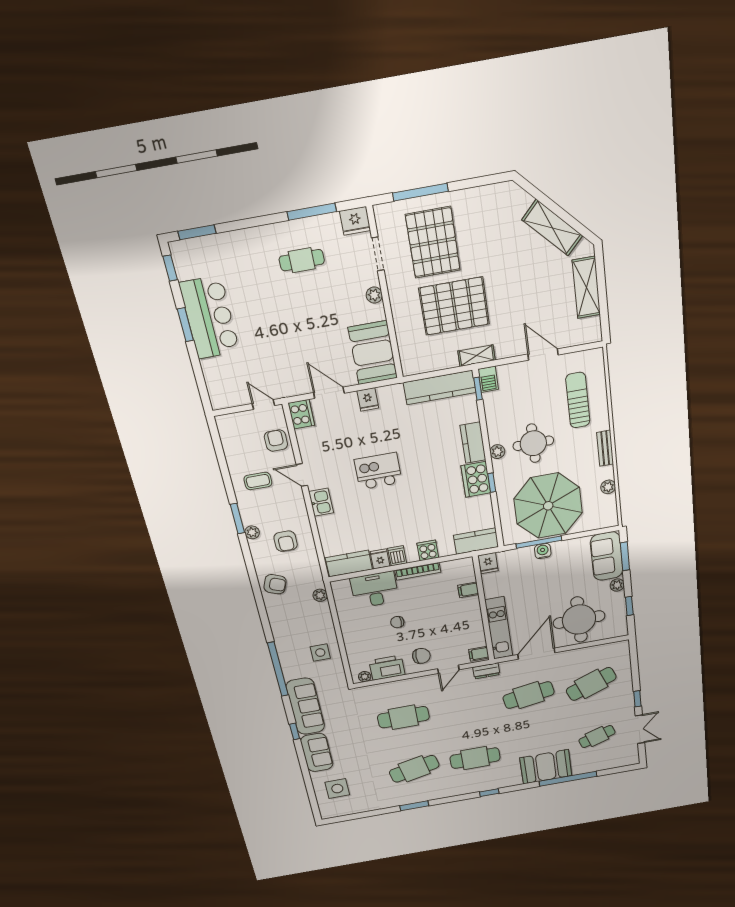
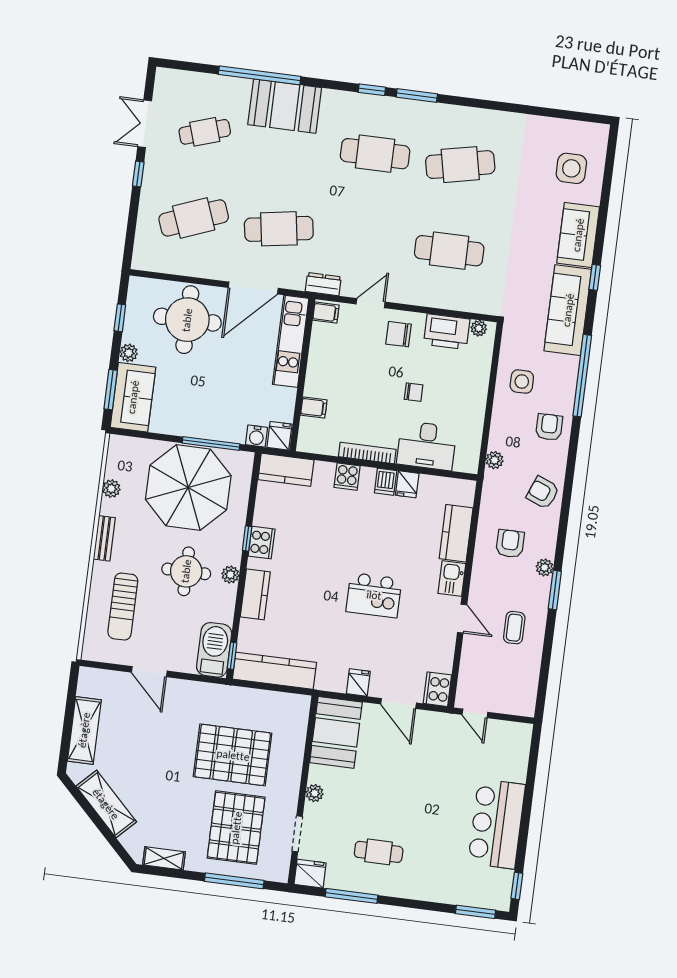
window: (185, 325) -> (525, 825), removed
shelving: (476, 356) -> (164, 858), moved
barbecue: (488, 379) -> (214, 650), width x1.88, depth x1.53
armchair: (276, 441) -> (549, 427), moved, turned 180
cooker: (476, 479) -> (262, 543), width x0.73, depth x0.76
coffee table: (258, 481) -> (514, 628), turned 90
water cooler: (543, 551) -> (257, 436), moved
kitchen counter: (349, 563) -> (456, 533), moved, turned 90
window: (414, 806) -> (417, 95), moved

